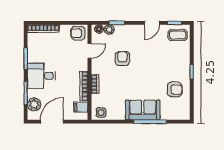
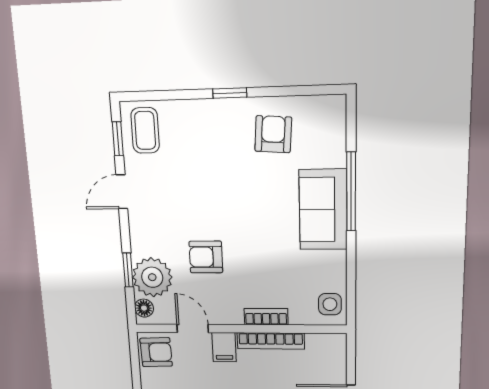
door: (152, 23) -> (122, 192), swing flipped
plant: (109, 30) -> (152, 277), width x1.87, depth x1.87
armchair: (78, 33) -> (156, 352), turned -92
filing cabinet: (81, 107) -> (224, 347), moved

